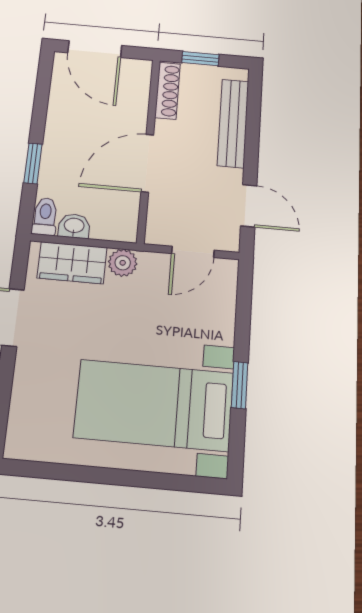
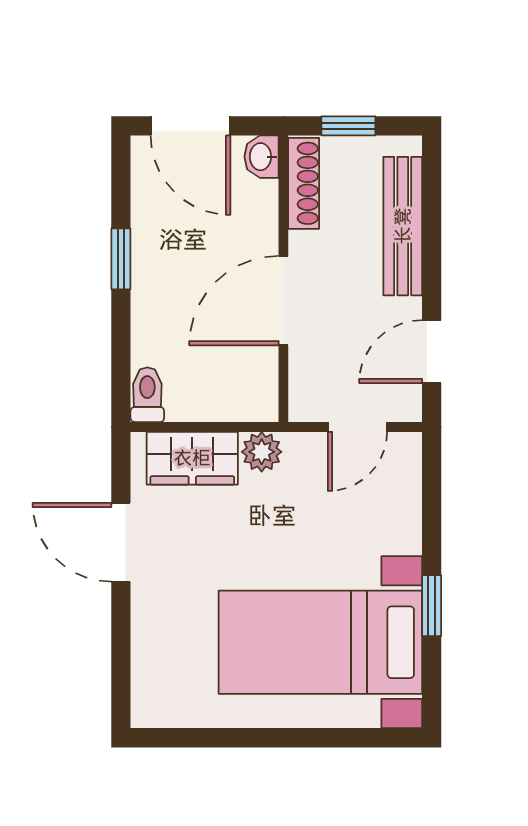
window: (33, 163) -> (121, 259), moved
door: (249, 206) -> (432, 352), swing flipped
washbasin: (74, 226) -> (261, 157), moved, turned -90

